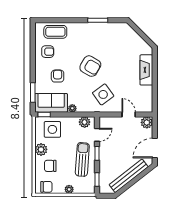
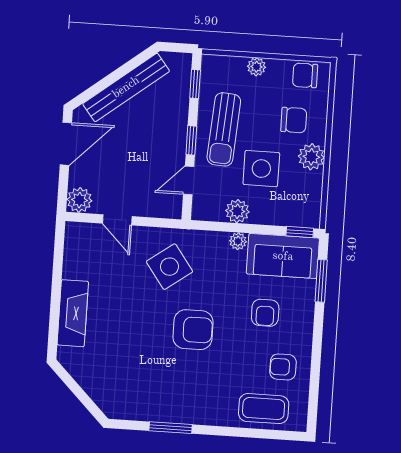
armchair: (90, 66) -> (193, 330), turned 150
plant: (85, 122) -> (237, 211), moved
side table: (52, 129) -> (261, 169), moved

